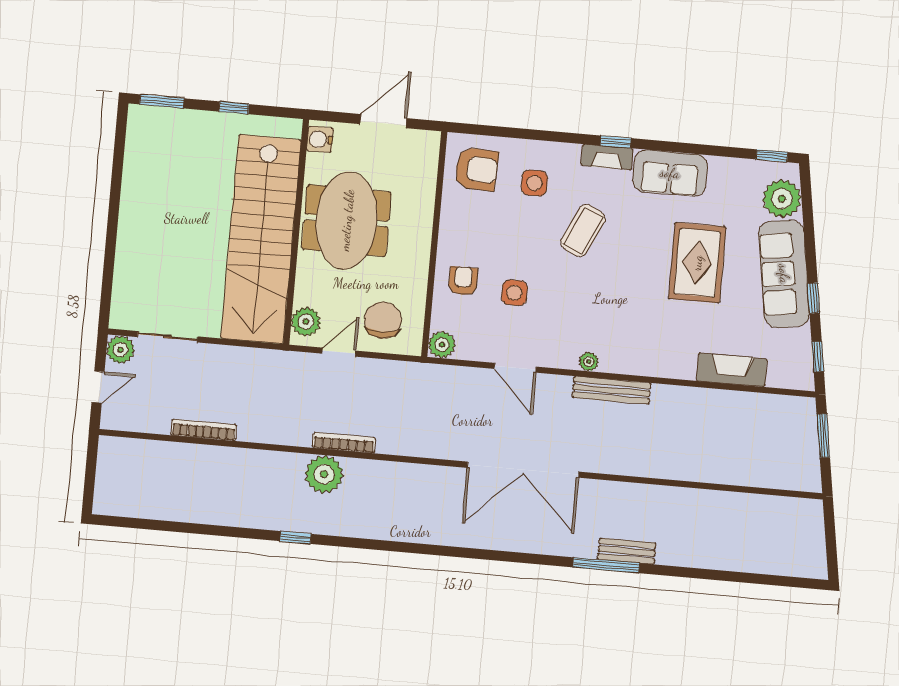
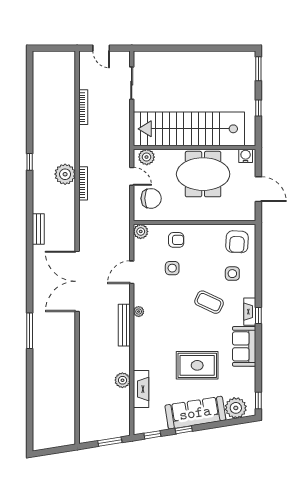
plant: (120, 350) -> (122, 380), moved
bench: (627, 551) -> (38, 229), moved

